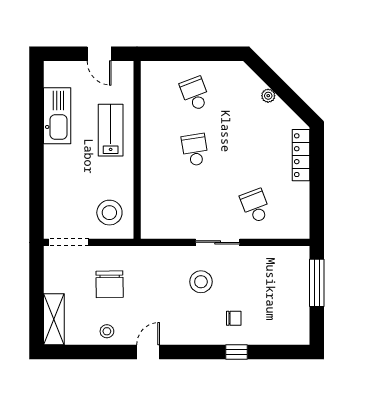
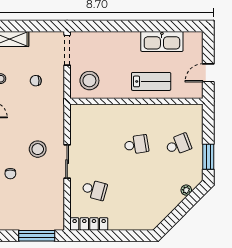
window: (211, 54) -> (208, 157), added
plant: (268, 96) -> (186, 190), moved
locker: (301, 155) -> (89, 224), moved
school desk: (255, 206) -> (94, 190), turned 36
chair: (110, 284) -> (36, 81), width x0.54, depth x0.54

